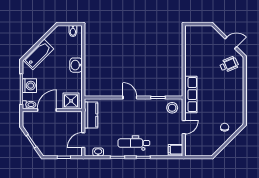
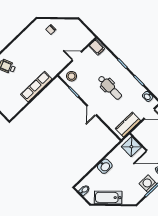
bathtub: (38, 54) -> (108, 197), moved
row of seats: (191, 95) -> (36, 87), moved
dental chair: (134, 143) -> (110, 88), moved

